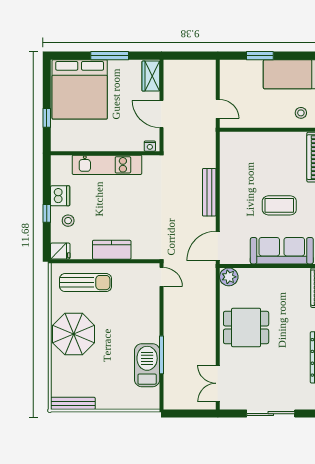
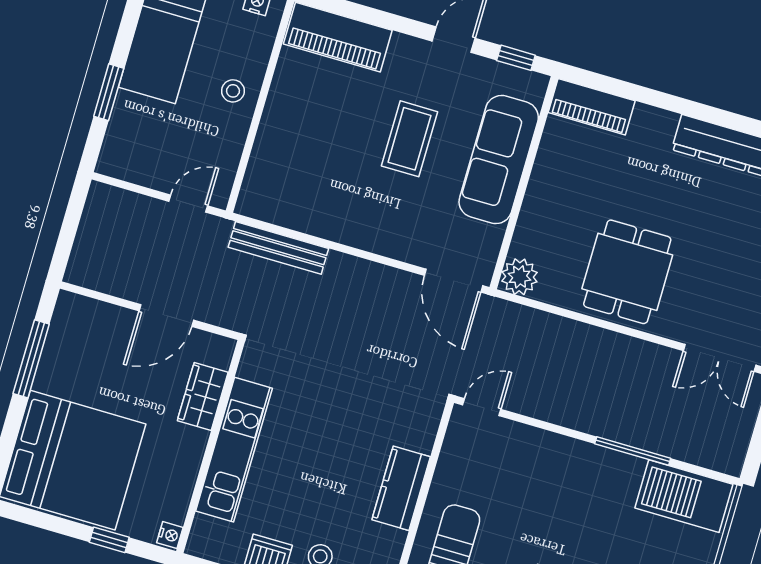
window: (110, 56) -> (31, 359), moved
wardrobe: (151, 76) -> (203, 397), moved, turned 90
stool: (301, 113) -> (233, 91), moved
nightstand: (150, 146) -> (170, 535), moved
bench: (209, 192) -> (278, 248), moved
barbecue: (147, 365) -> (684, 496), moved

